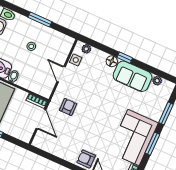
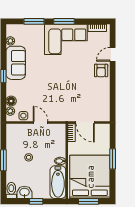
floor lamp: (112, 61) -> (11, 101), moved
door: (61, 74) -> (41, 122), swing flipped
armchair: (68, 107) -> (65, 105), removed
door: (41, 119) -> (85, 122), swing flipped

